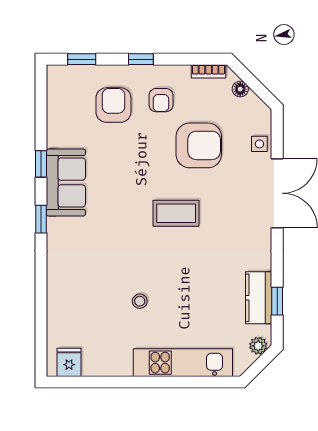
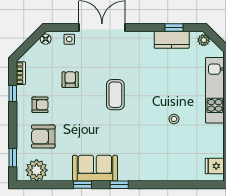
window: (141, 59) -> (13, 94), moved
floor lamp: (240, 89) -> (46, 39), moved
plant: (63, 95) -> (37, 170), added
armchair: (199, 145) -> (70, 80), width x0.53, depth x0.53

